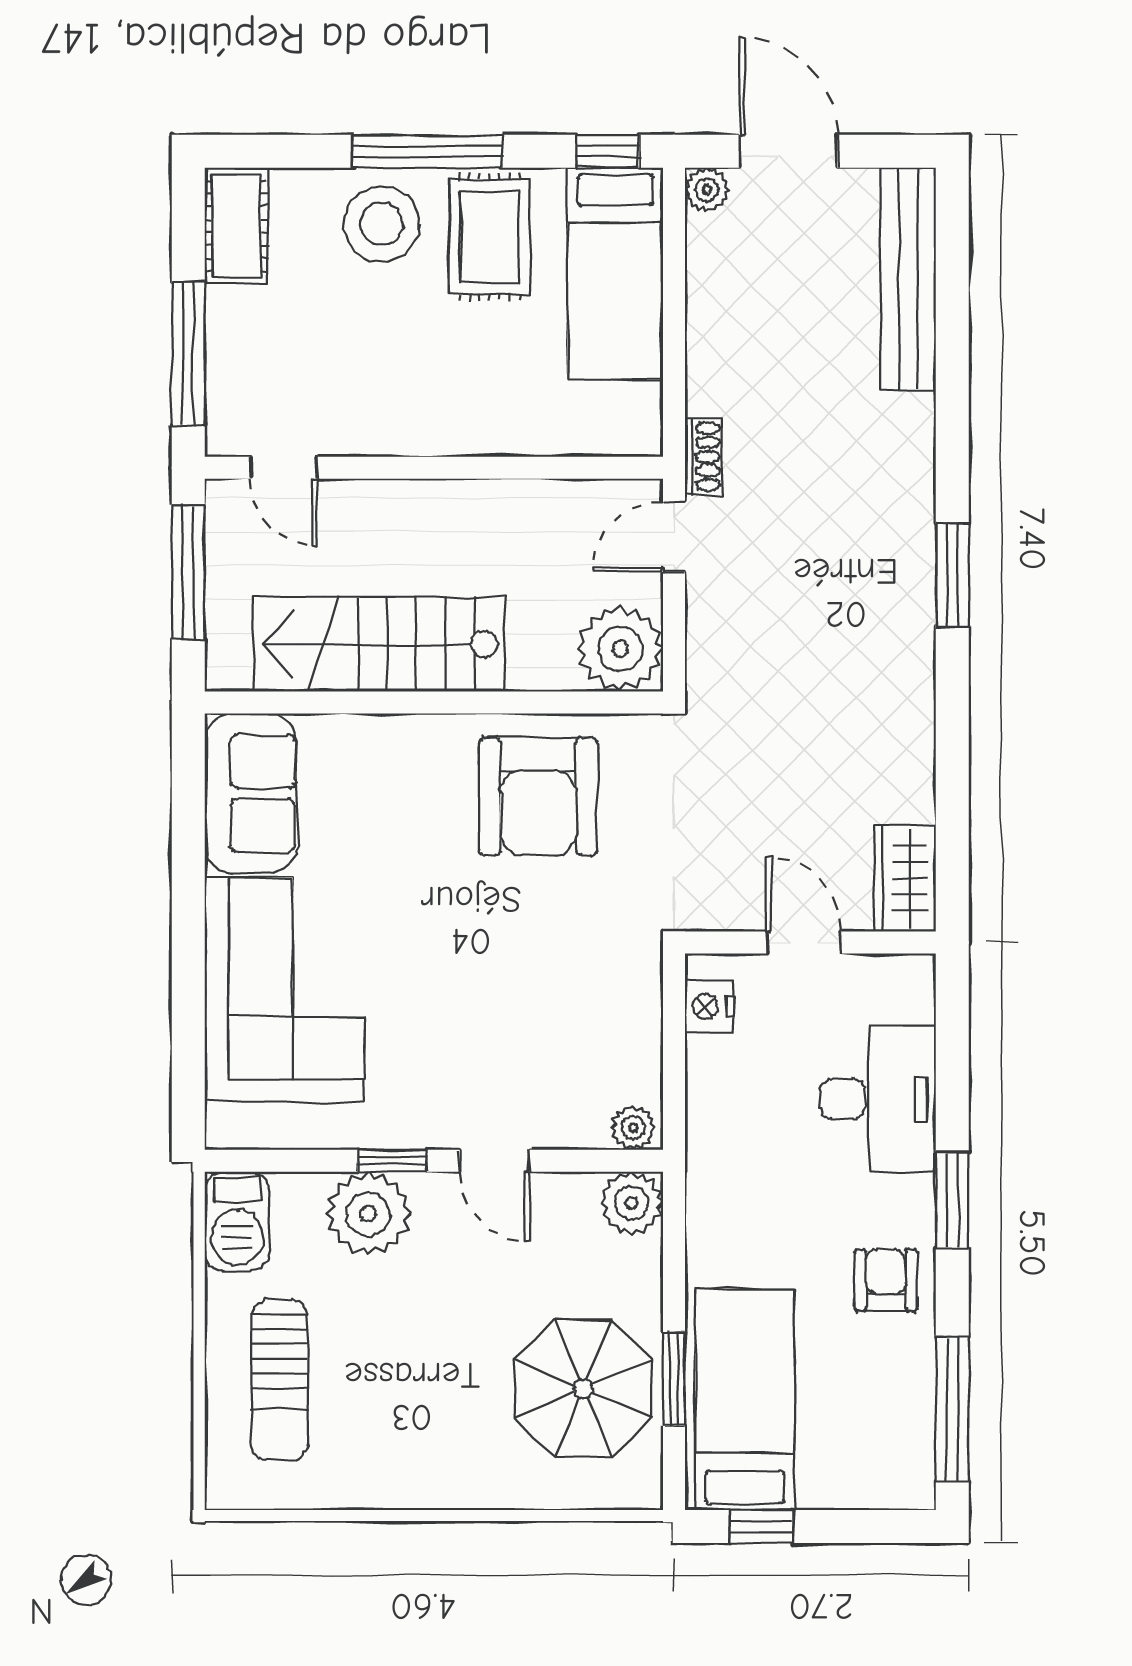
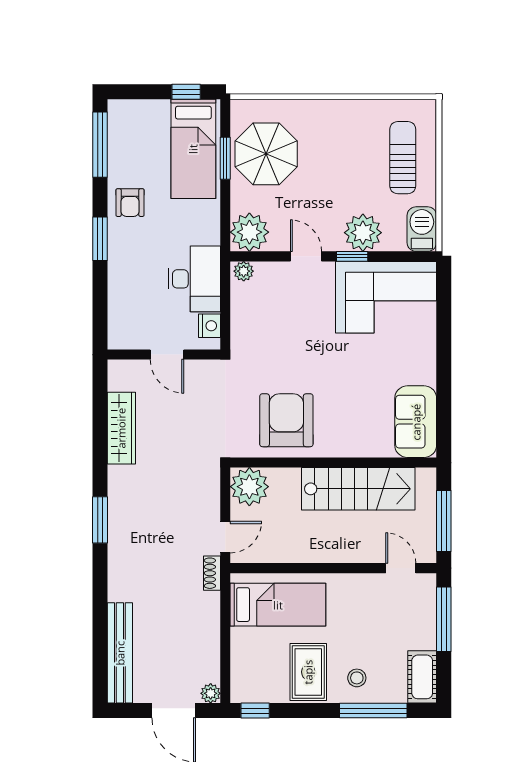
window: (427, 151) -> (373, 711), moved
stool: (382, 224) -> (357, 678), width x0.53, depth x0.53
bed: (615, 274) -> (278, 605), moved, turned 90
wardrobe: (905, 878) -> (121, 428), moved, width x1.50
corner sofa: (285, 990) -> (386, 297), moved, turned -90
desk: (878, 1099) -> (194, 279), moved, turned 180
plant: (632, 1203) -> (249, 232), width x1.36, depth x1.36

